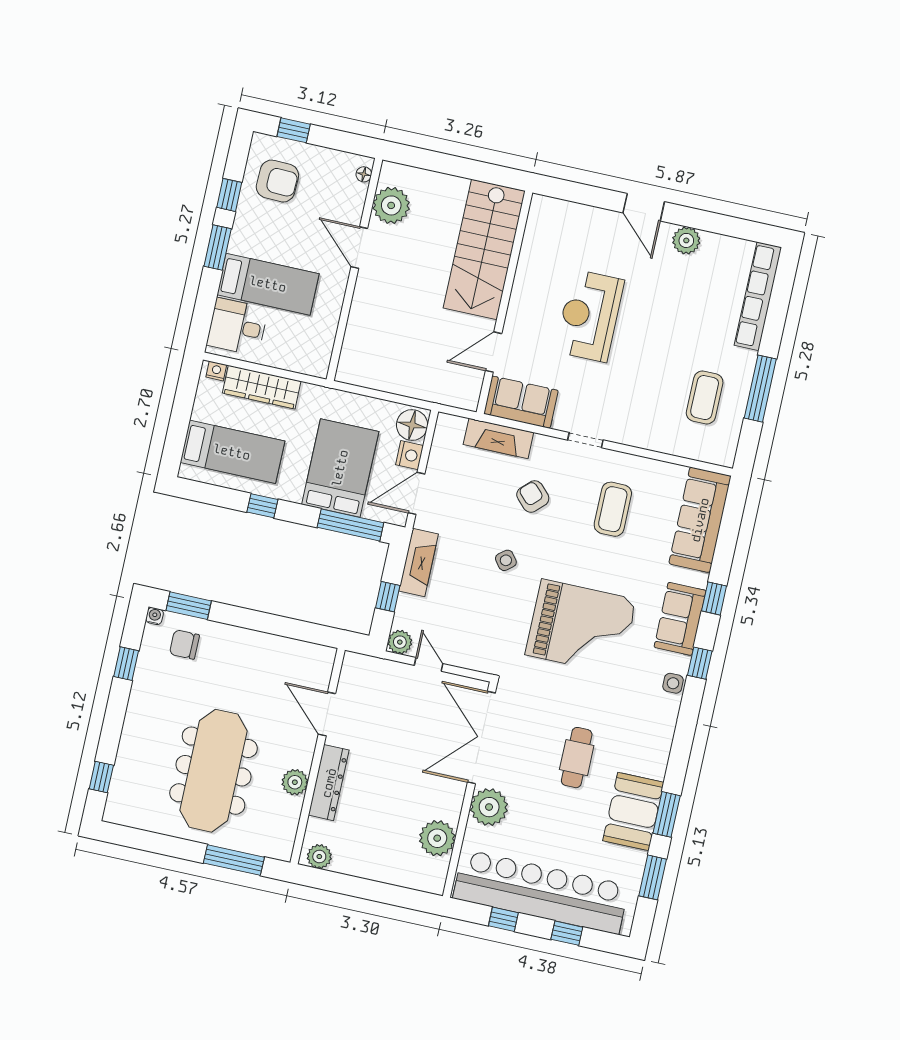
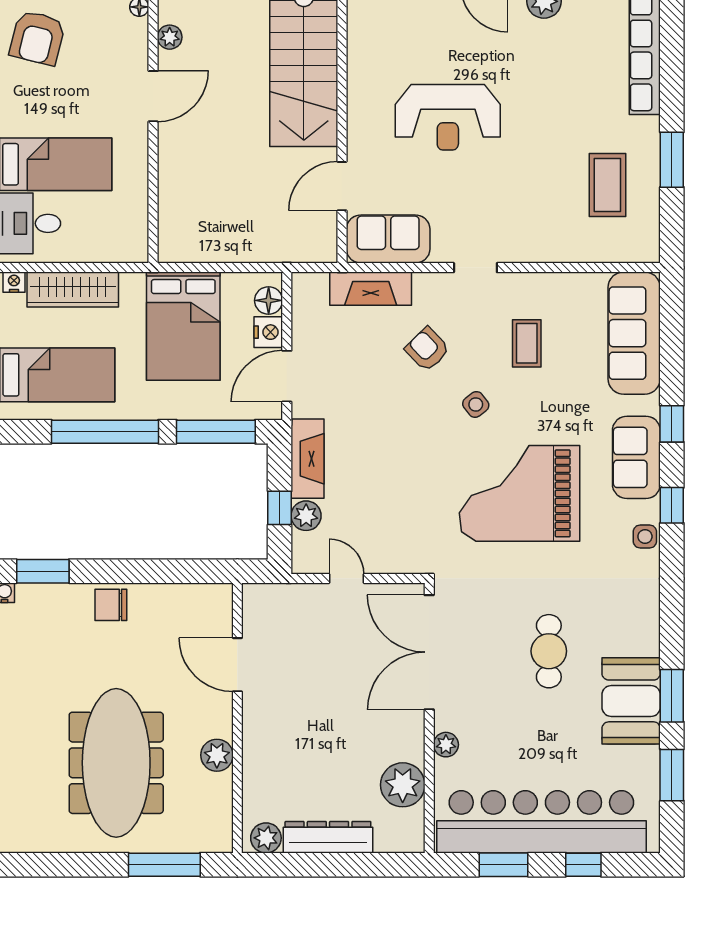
armchair: (277, 181) -> (37, 38), turned 102
plant: (391, 205) -> (170, 37), width x0.53, depth x0.53
door: (359, 248) -> (153, 96), swing flipped
reception desk: (590, 316) -> (448, 117), turned -90
window: (760, 389) -> (672, 160), width x0.69
floor lamp: (412, 425) -> (269, 300), width x0.73, depth x0.73
bed: (340, 468) -> (183, 326), moved, turned 180
window: (262, 506) -> (105, 432), width x3.17
coffee table: (613, 509) -> (527, 343), width x0.73, depth x0.77
side table: (506, 560) -> (476, 404), moved
grand piano: (581, 627) -> (519, 493), turned 180
plant: (400, 642) -> (306, 516), moved
chair: (184, 645) -> (111, 605), moved
dresser: (329, 783) -> (328, 837), moved, turned -90
plant: (489, 807) -> (446, 745), width x0.53, depth x0.53
window: (503, 919) -> (503, 865), width x1.50

